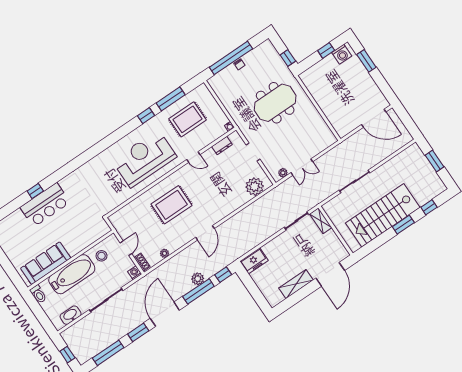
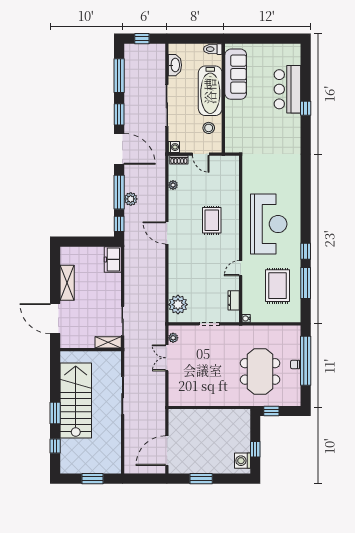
window: (366, 61) -> (201, 479), moved
meeting table: (275, 103) -> (260, 371), moved
bar counter: (45, 205) -> (287, 89), moved
rug: (172, 205) -> (212, 220), width x0.73, depth x0.70

